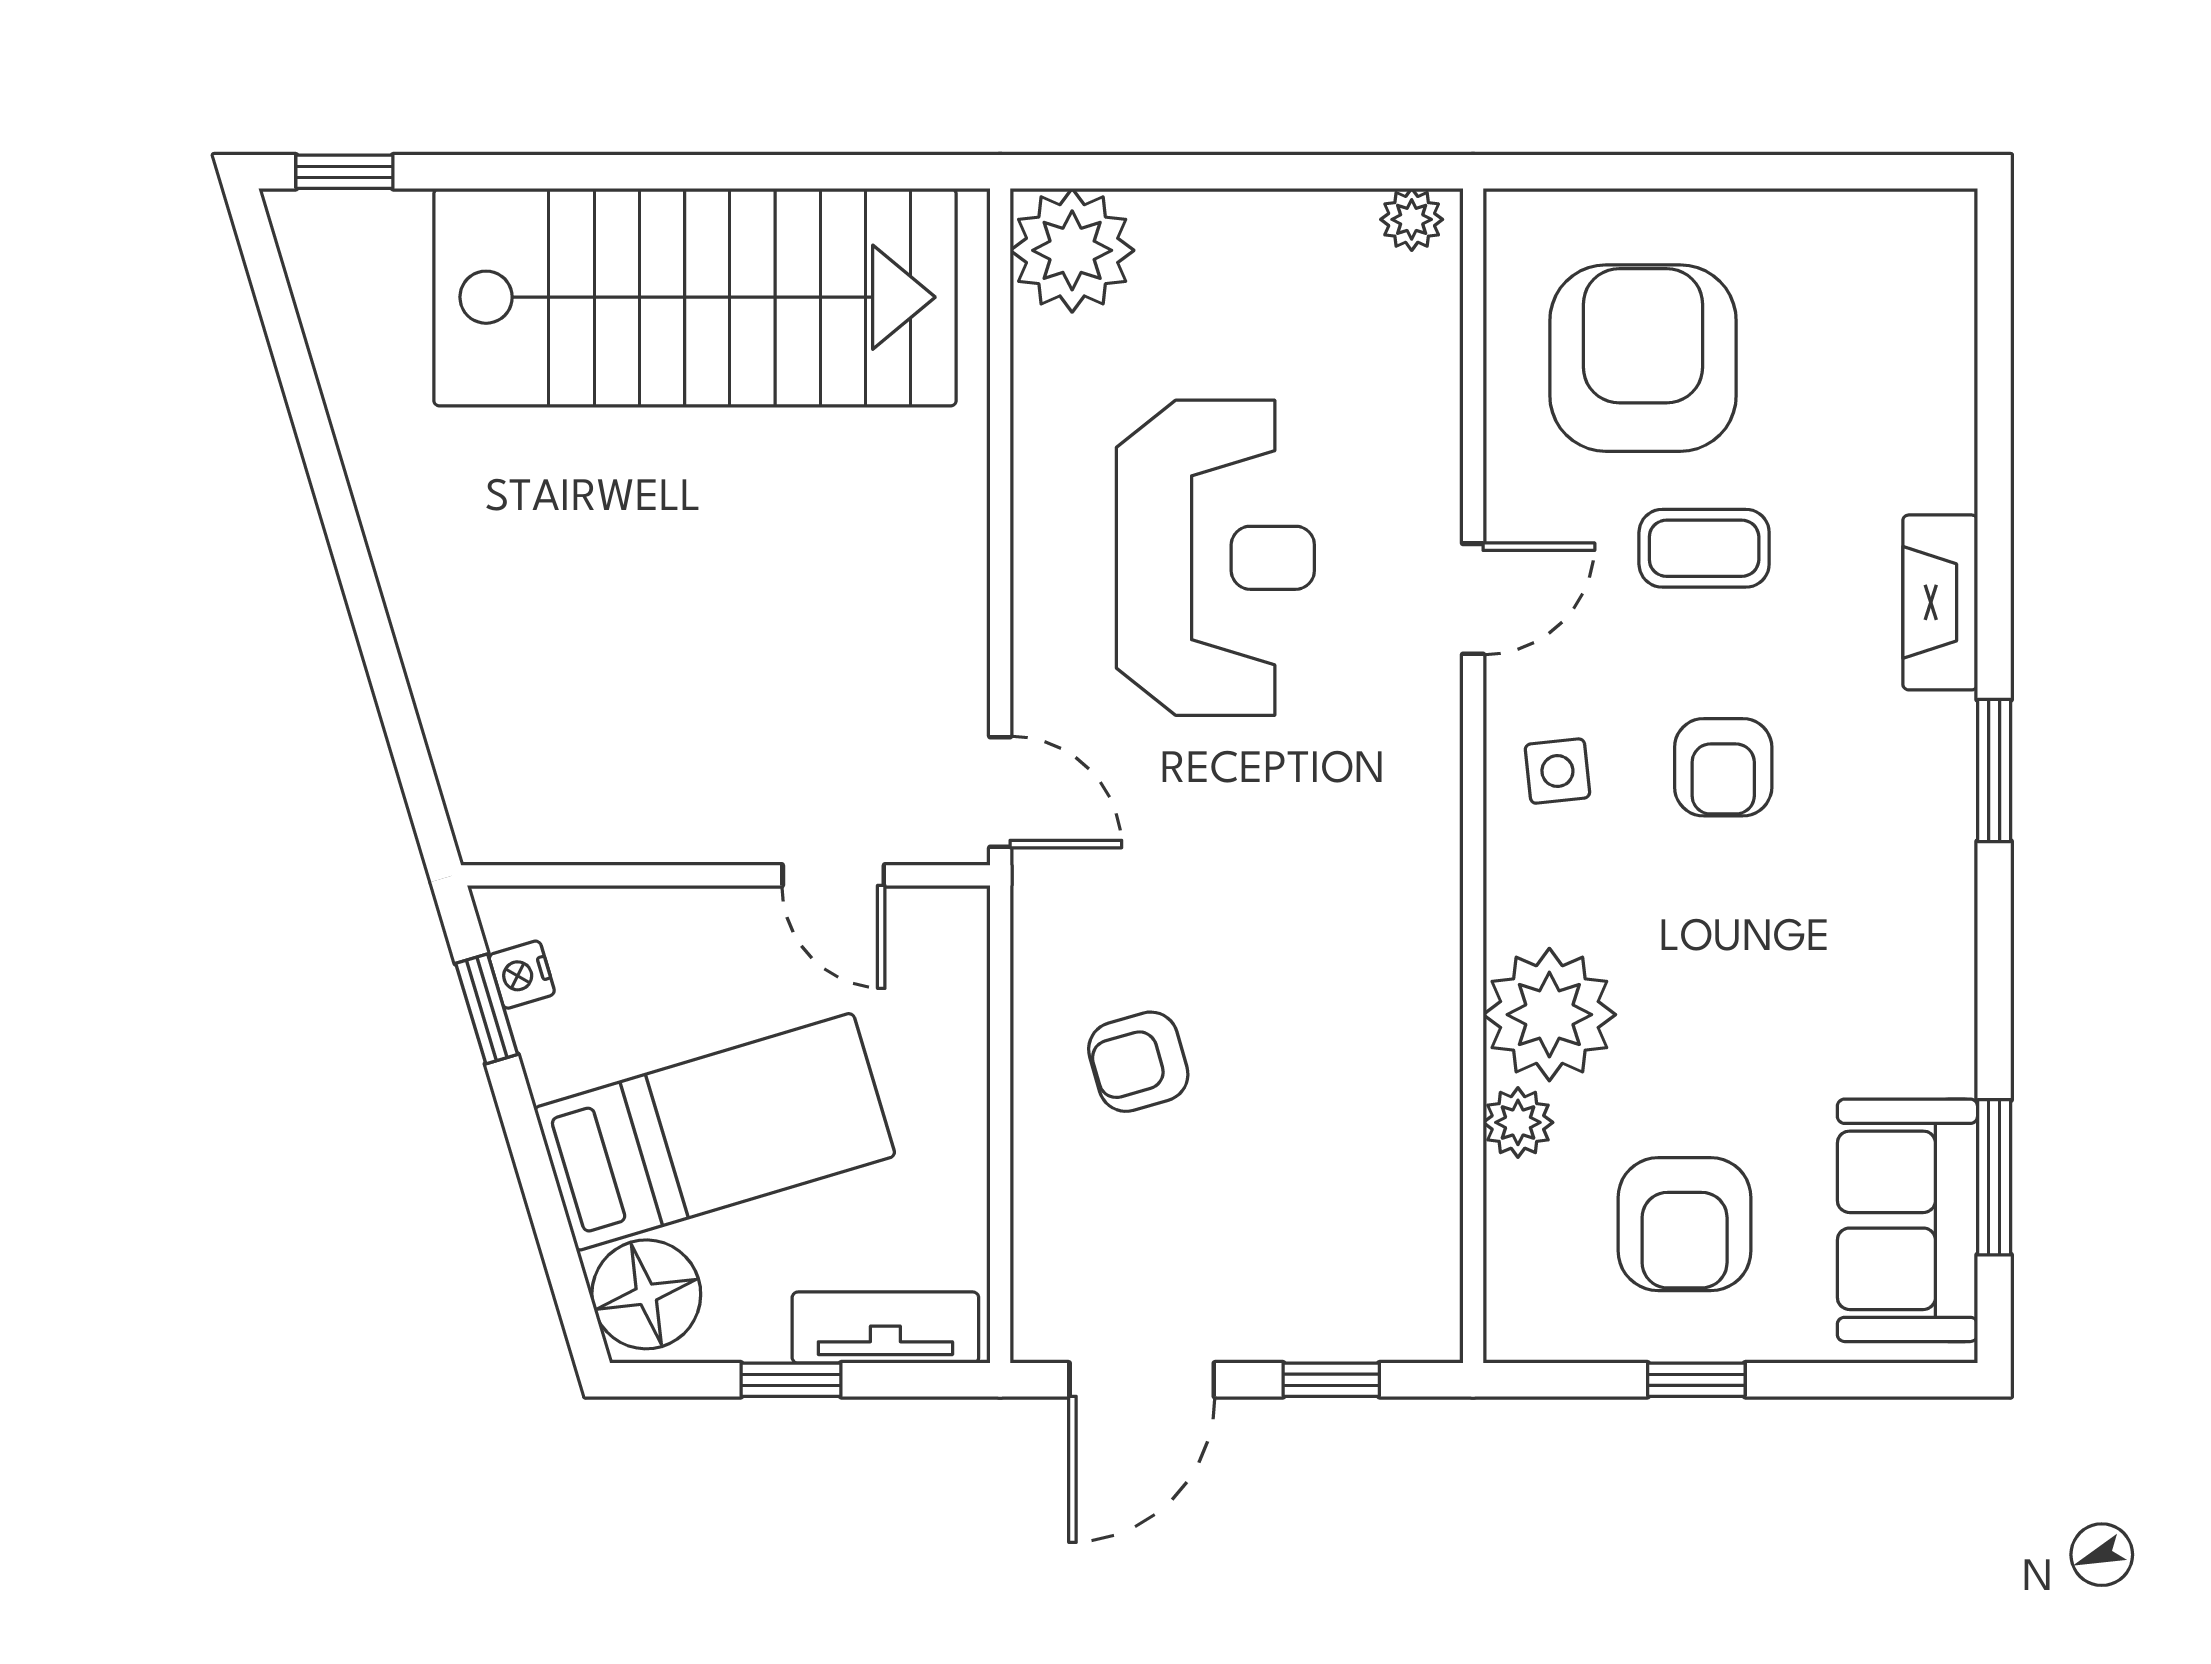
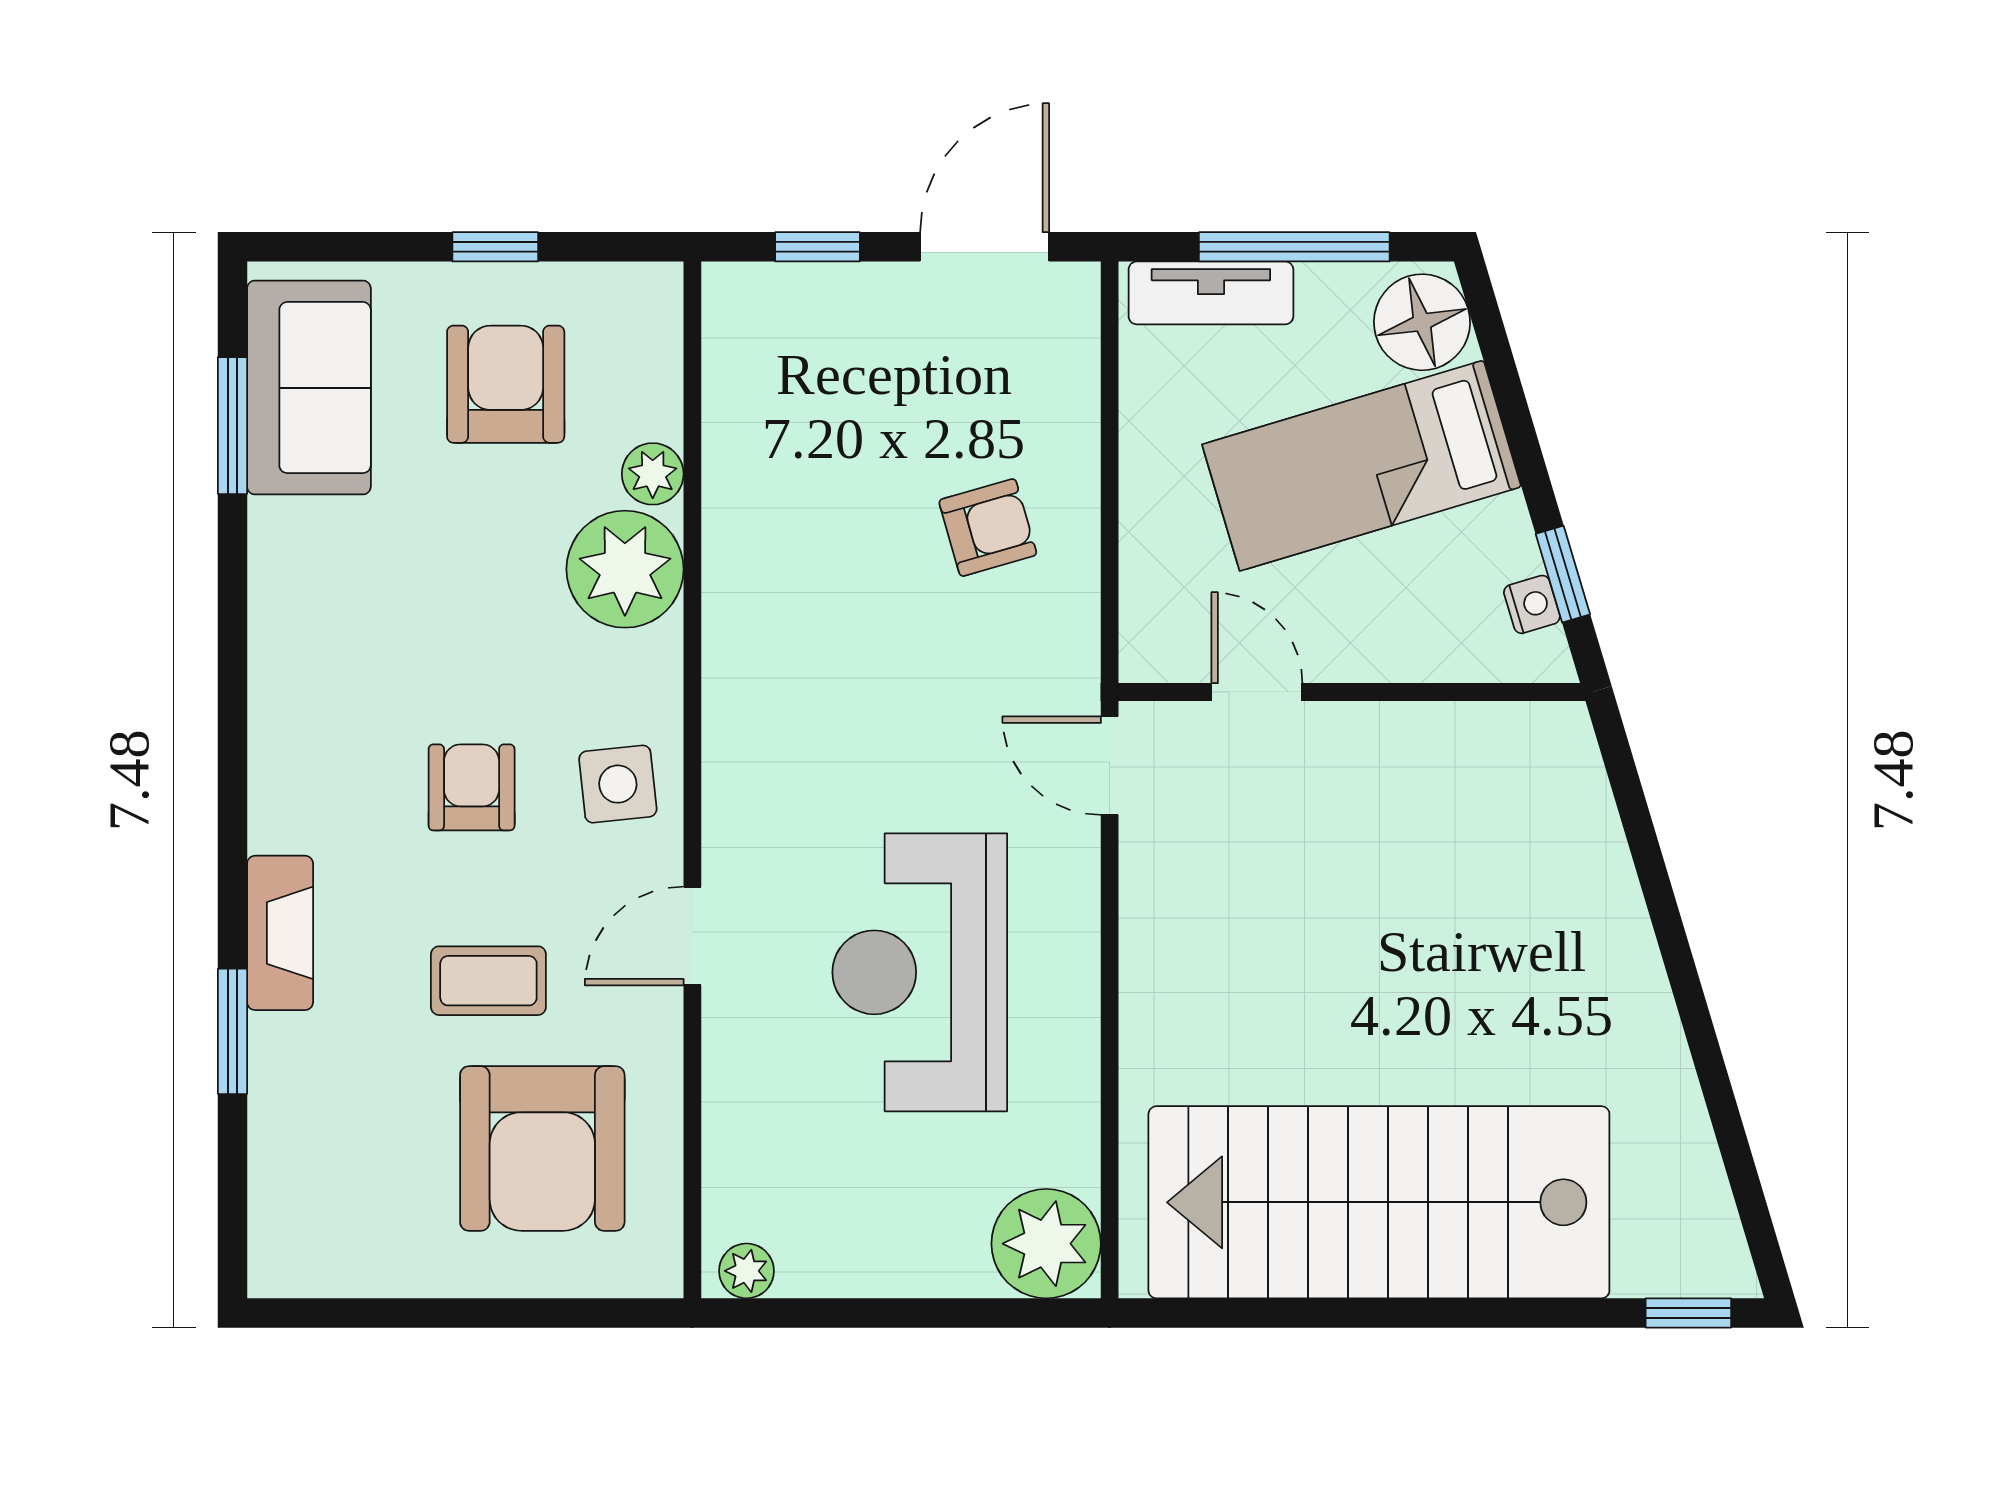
window: (1994, 770) -> (232, 1031), moved
side table: (1557, 771) -> (618, 784), width x1.37, depth x1.37
window: (791, 1380) -> (1294, 247), width x2.17

